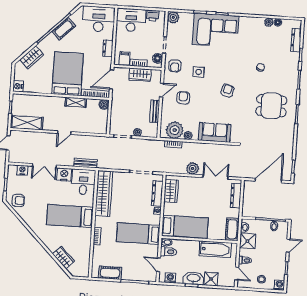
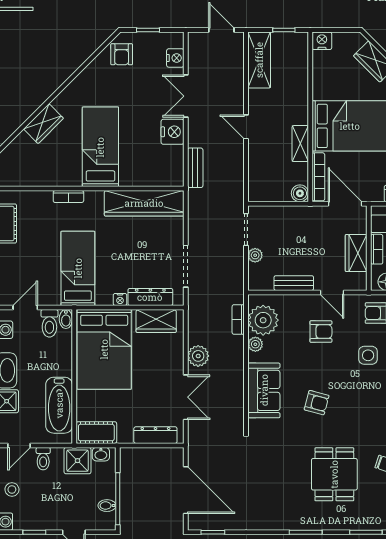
armchair: (227, 91) -> (317, 403), moved
dining table: (271, 106) -> (334, 474), moved
desk: (83, 182) -> (162, 166), removed
bed: (185, 227) -> (104, 349), width x1.50
wardrobe: (63, 258) -> (43, 124), moved

